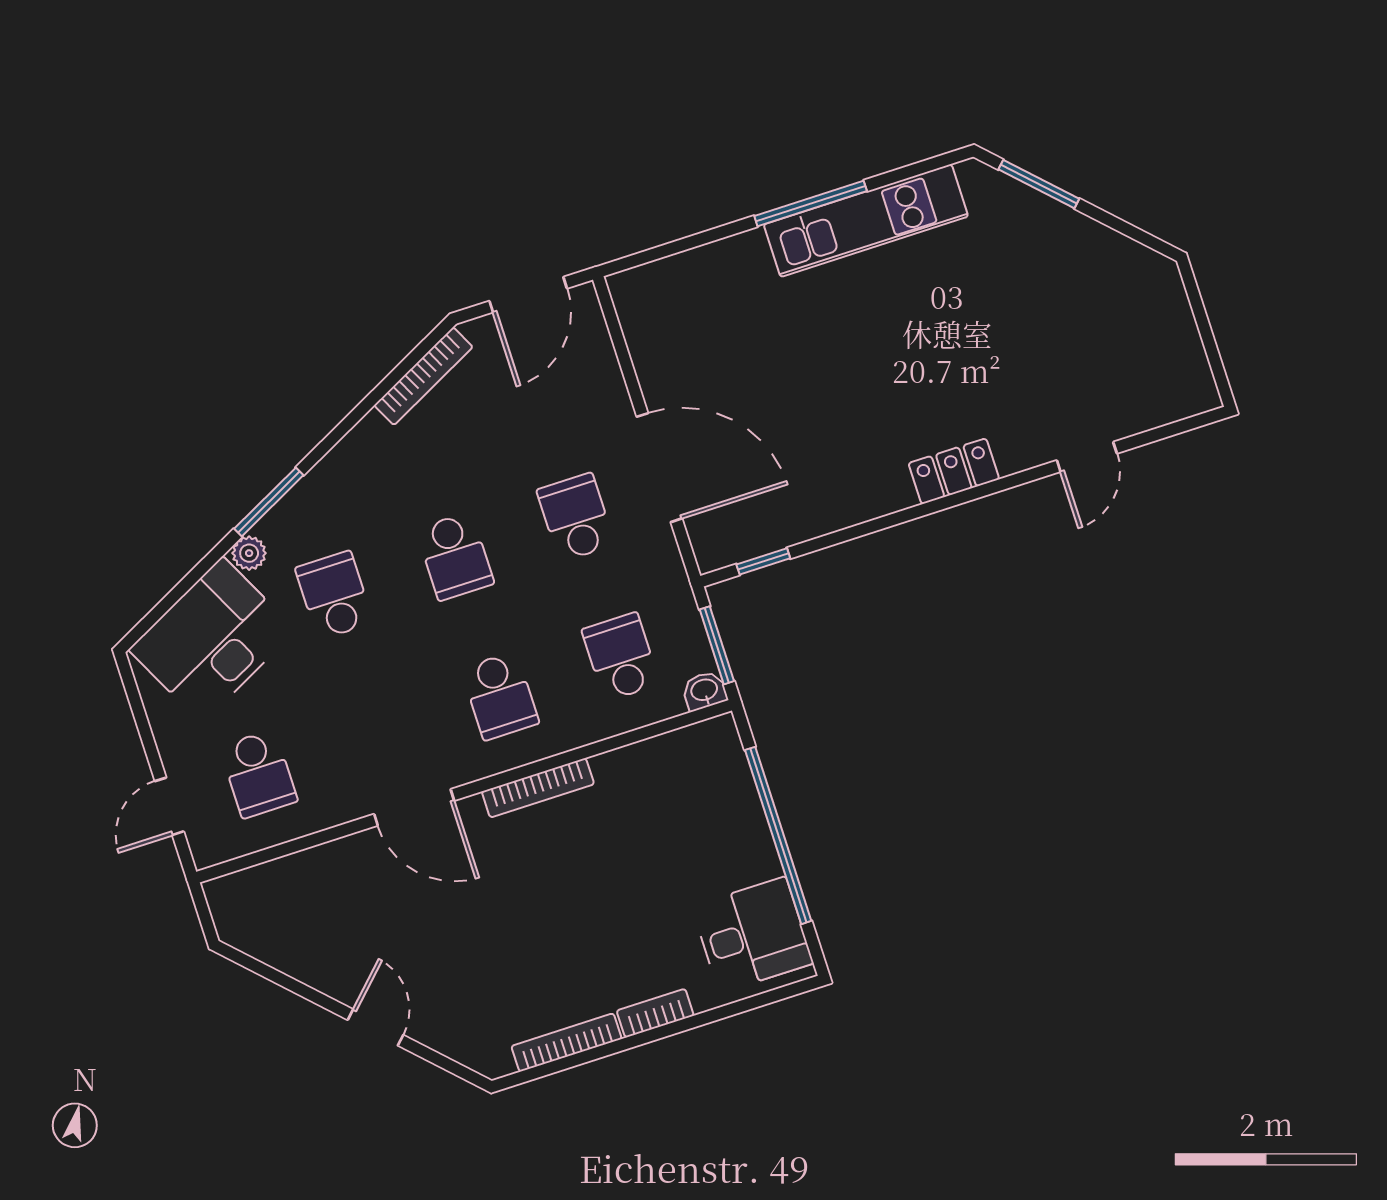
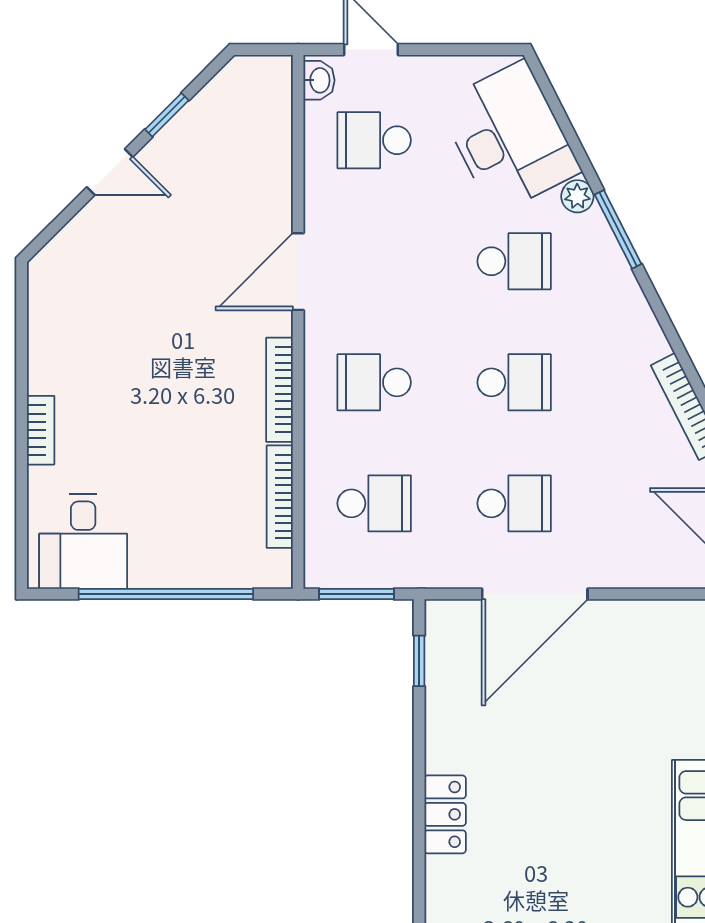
locker: (954, 471) -> (445, 814), moved
school desk: (455, 556) -> (514, 382), turned 180
washbasin: (704, 691) -> (319, 80), moved
window: (300, 989) -> (167, 115), added
bookcase: (567, 1043) -> (280, 497), moved, turned 180

